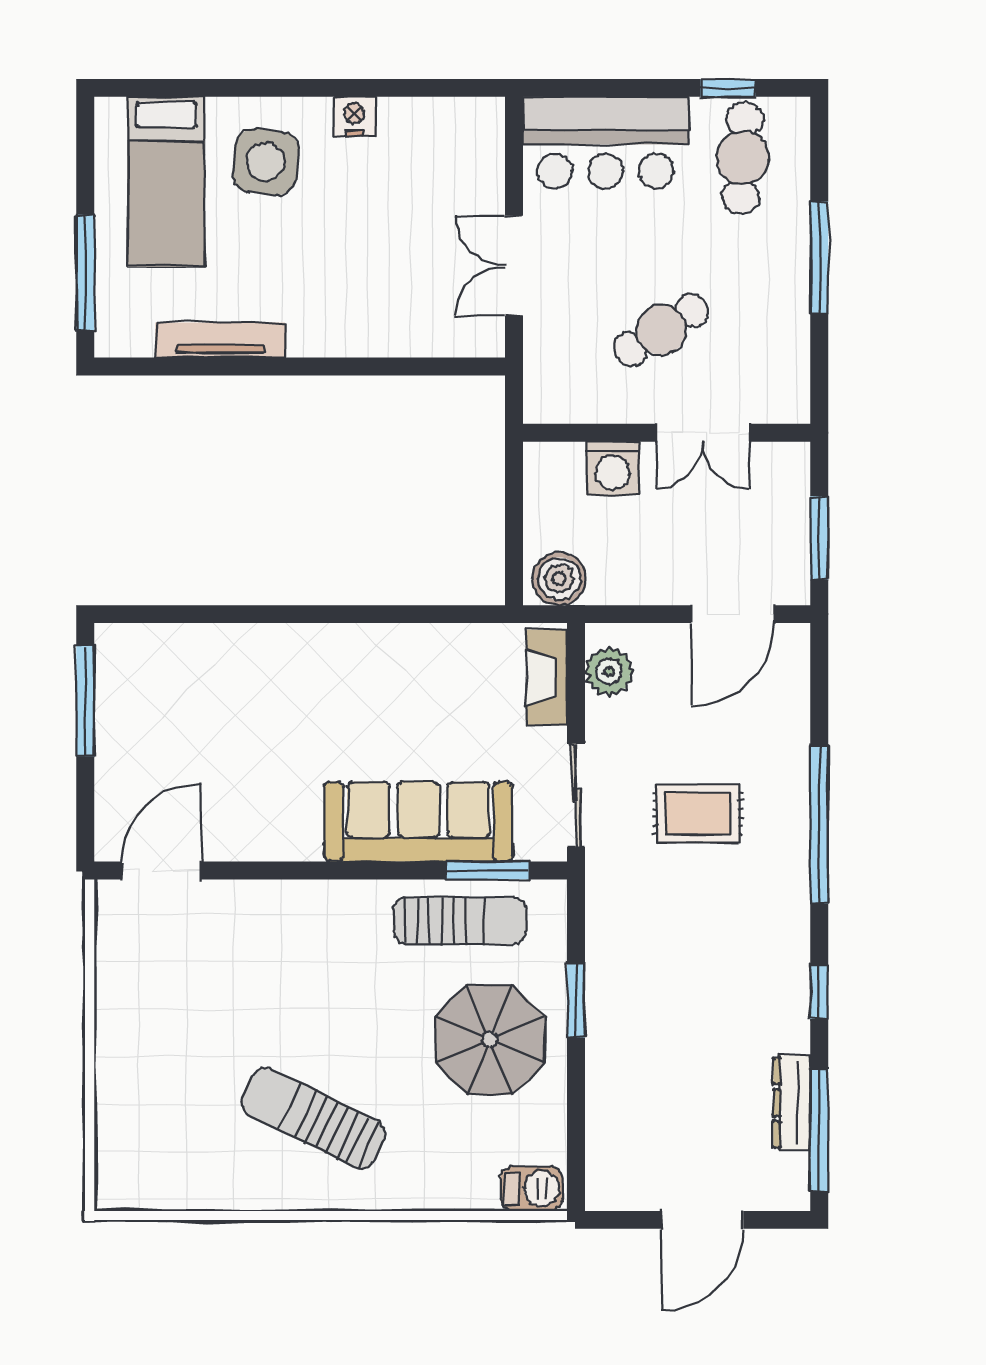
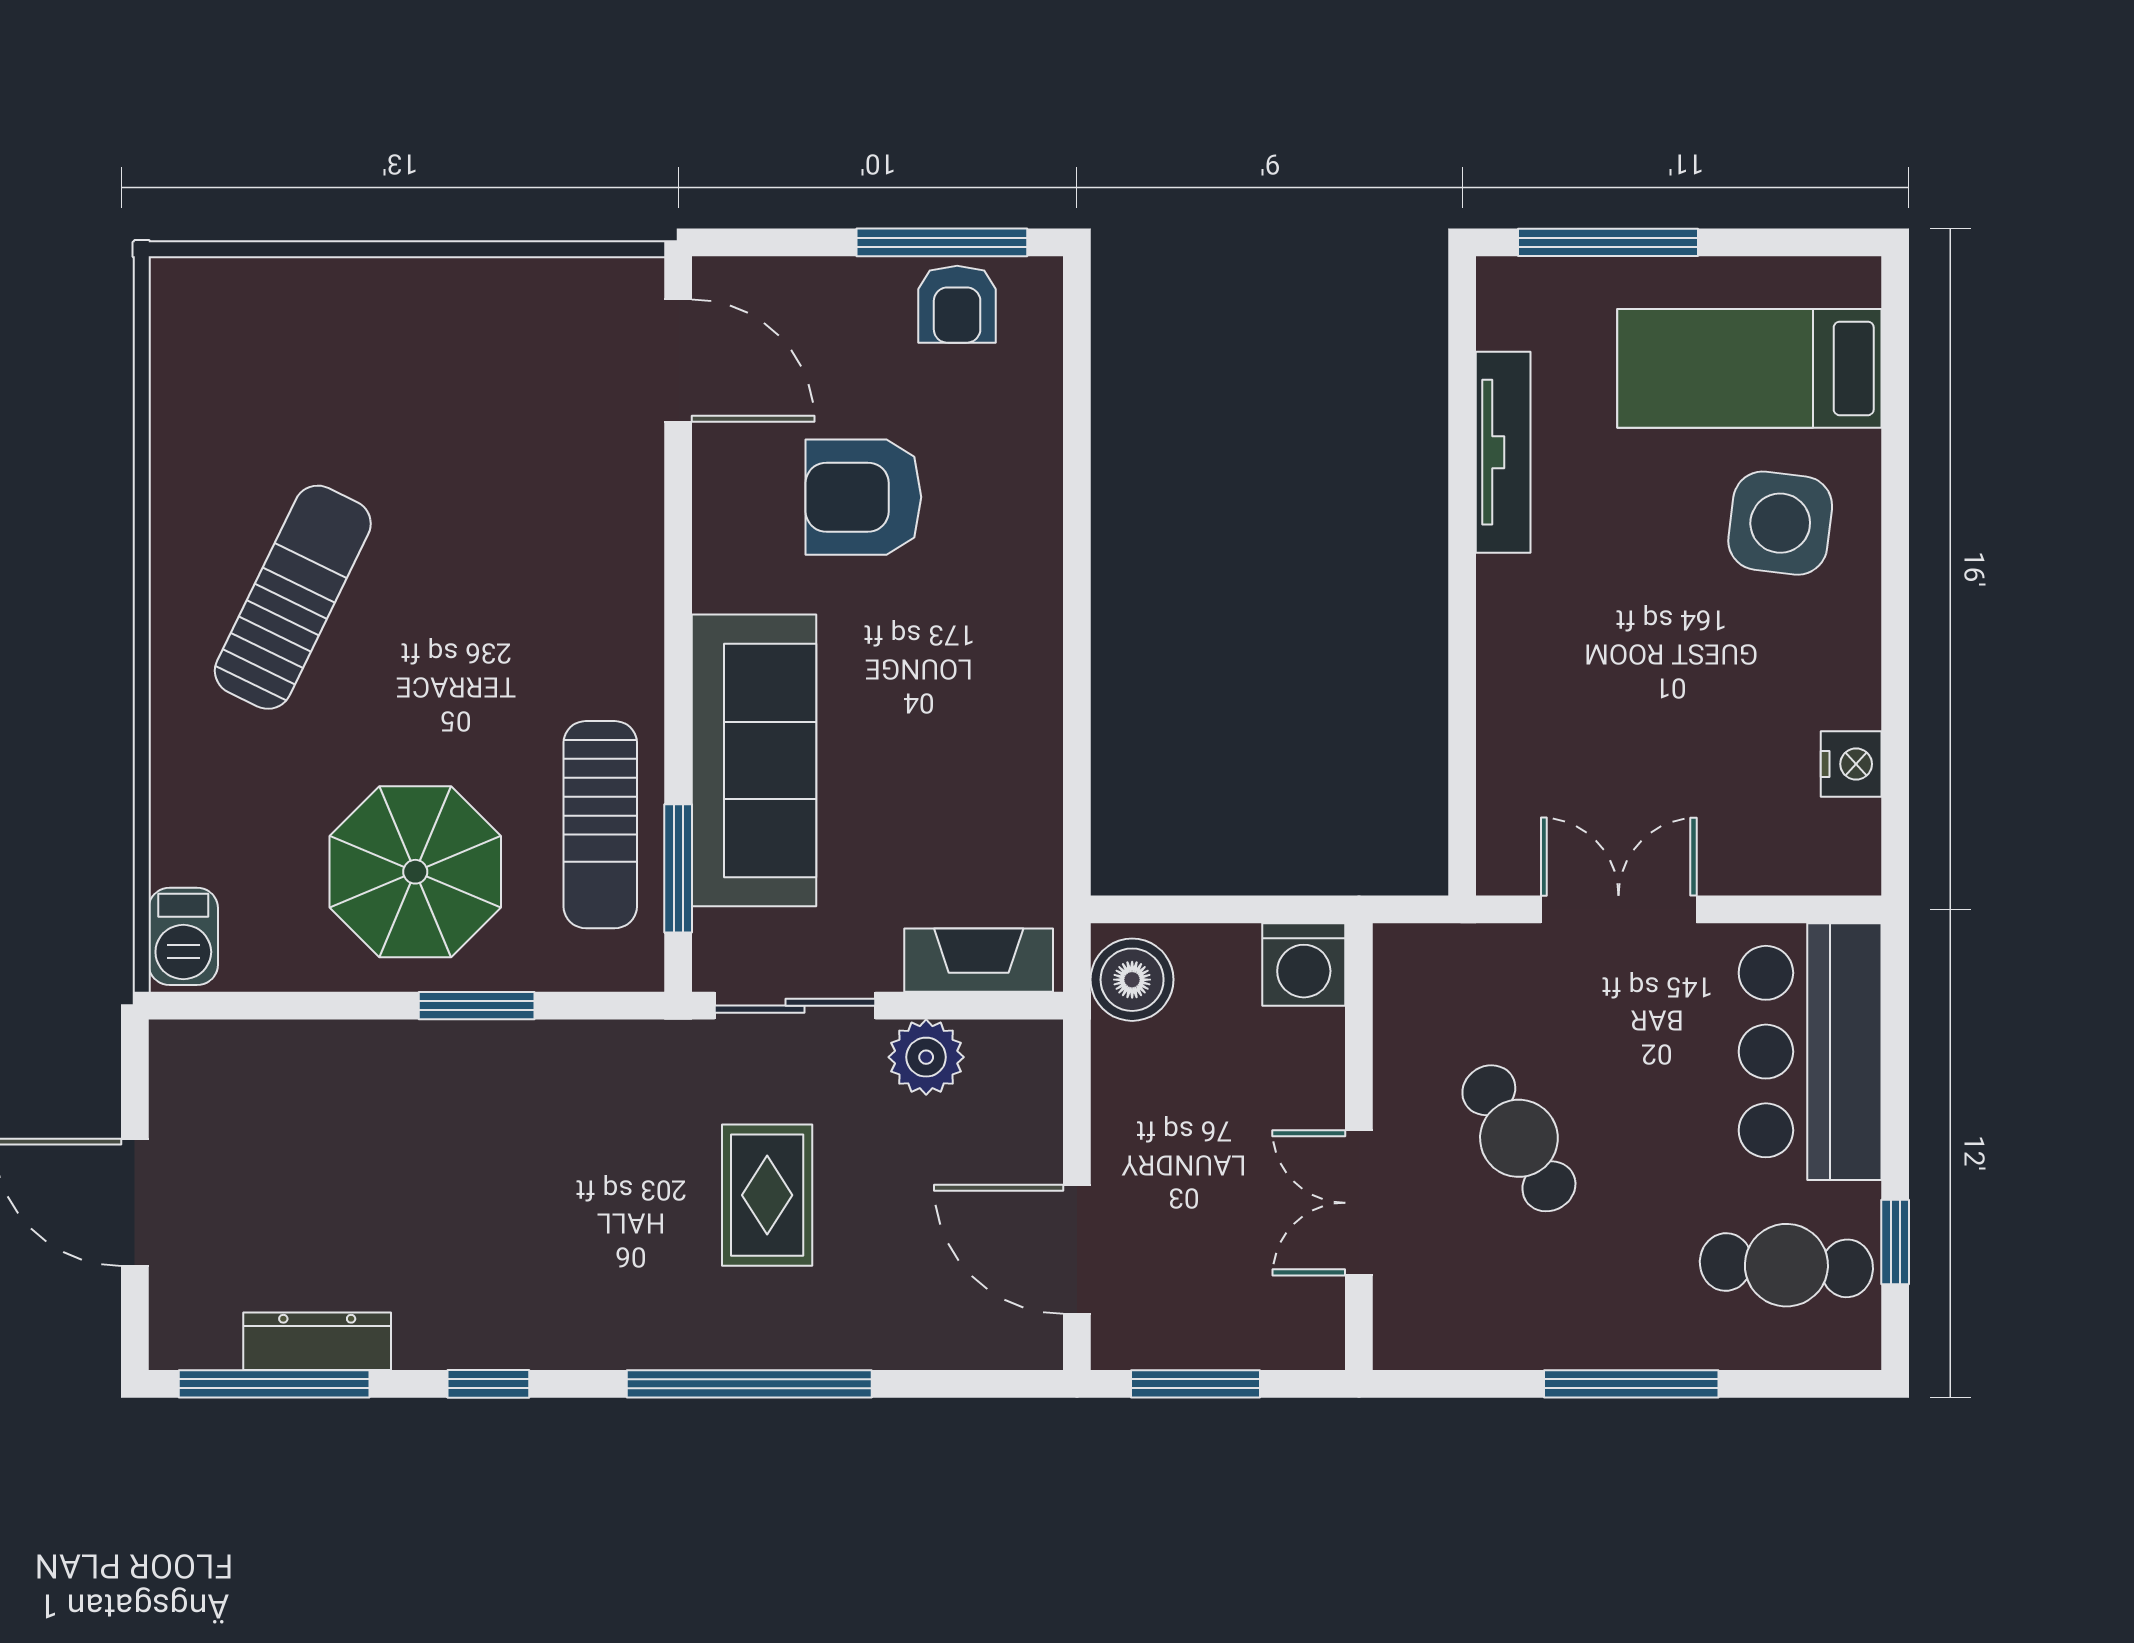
nightstand: (354, 116) -> (1851, 764), moved
washing machine: (613, 468) -> (1304, 964), moved, turned -90
plant: (609, 672) -> (926, 1057), moved
armchair: (125, 691) -> (957, 304), added
armchair: (249, 751) -> (863, 497), added

